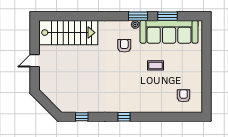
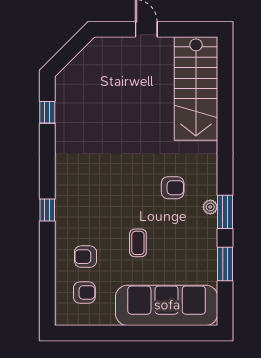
sofa: (169, 32) -> (167, 305), moved, turned 90
armchair: (163, 95) -> (85, 257), added
window: (124, 117) -> (47, 210), moved

